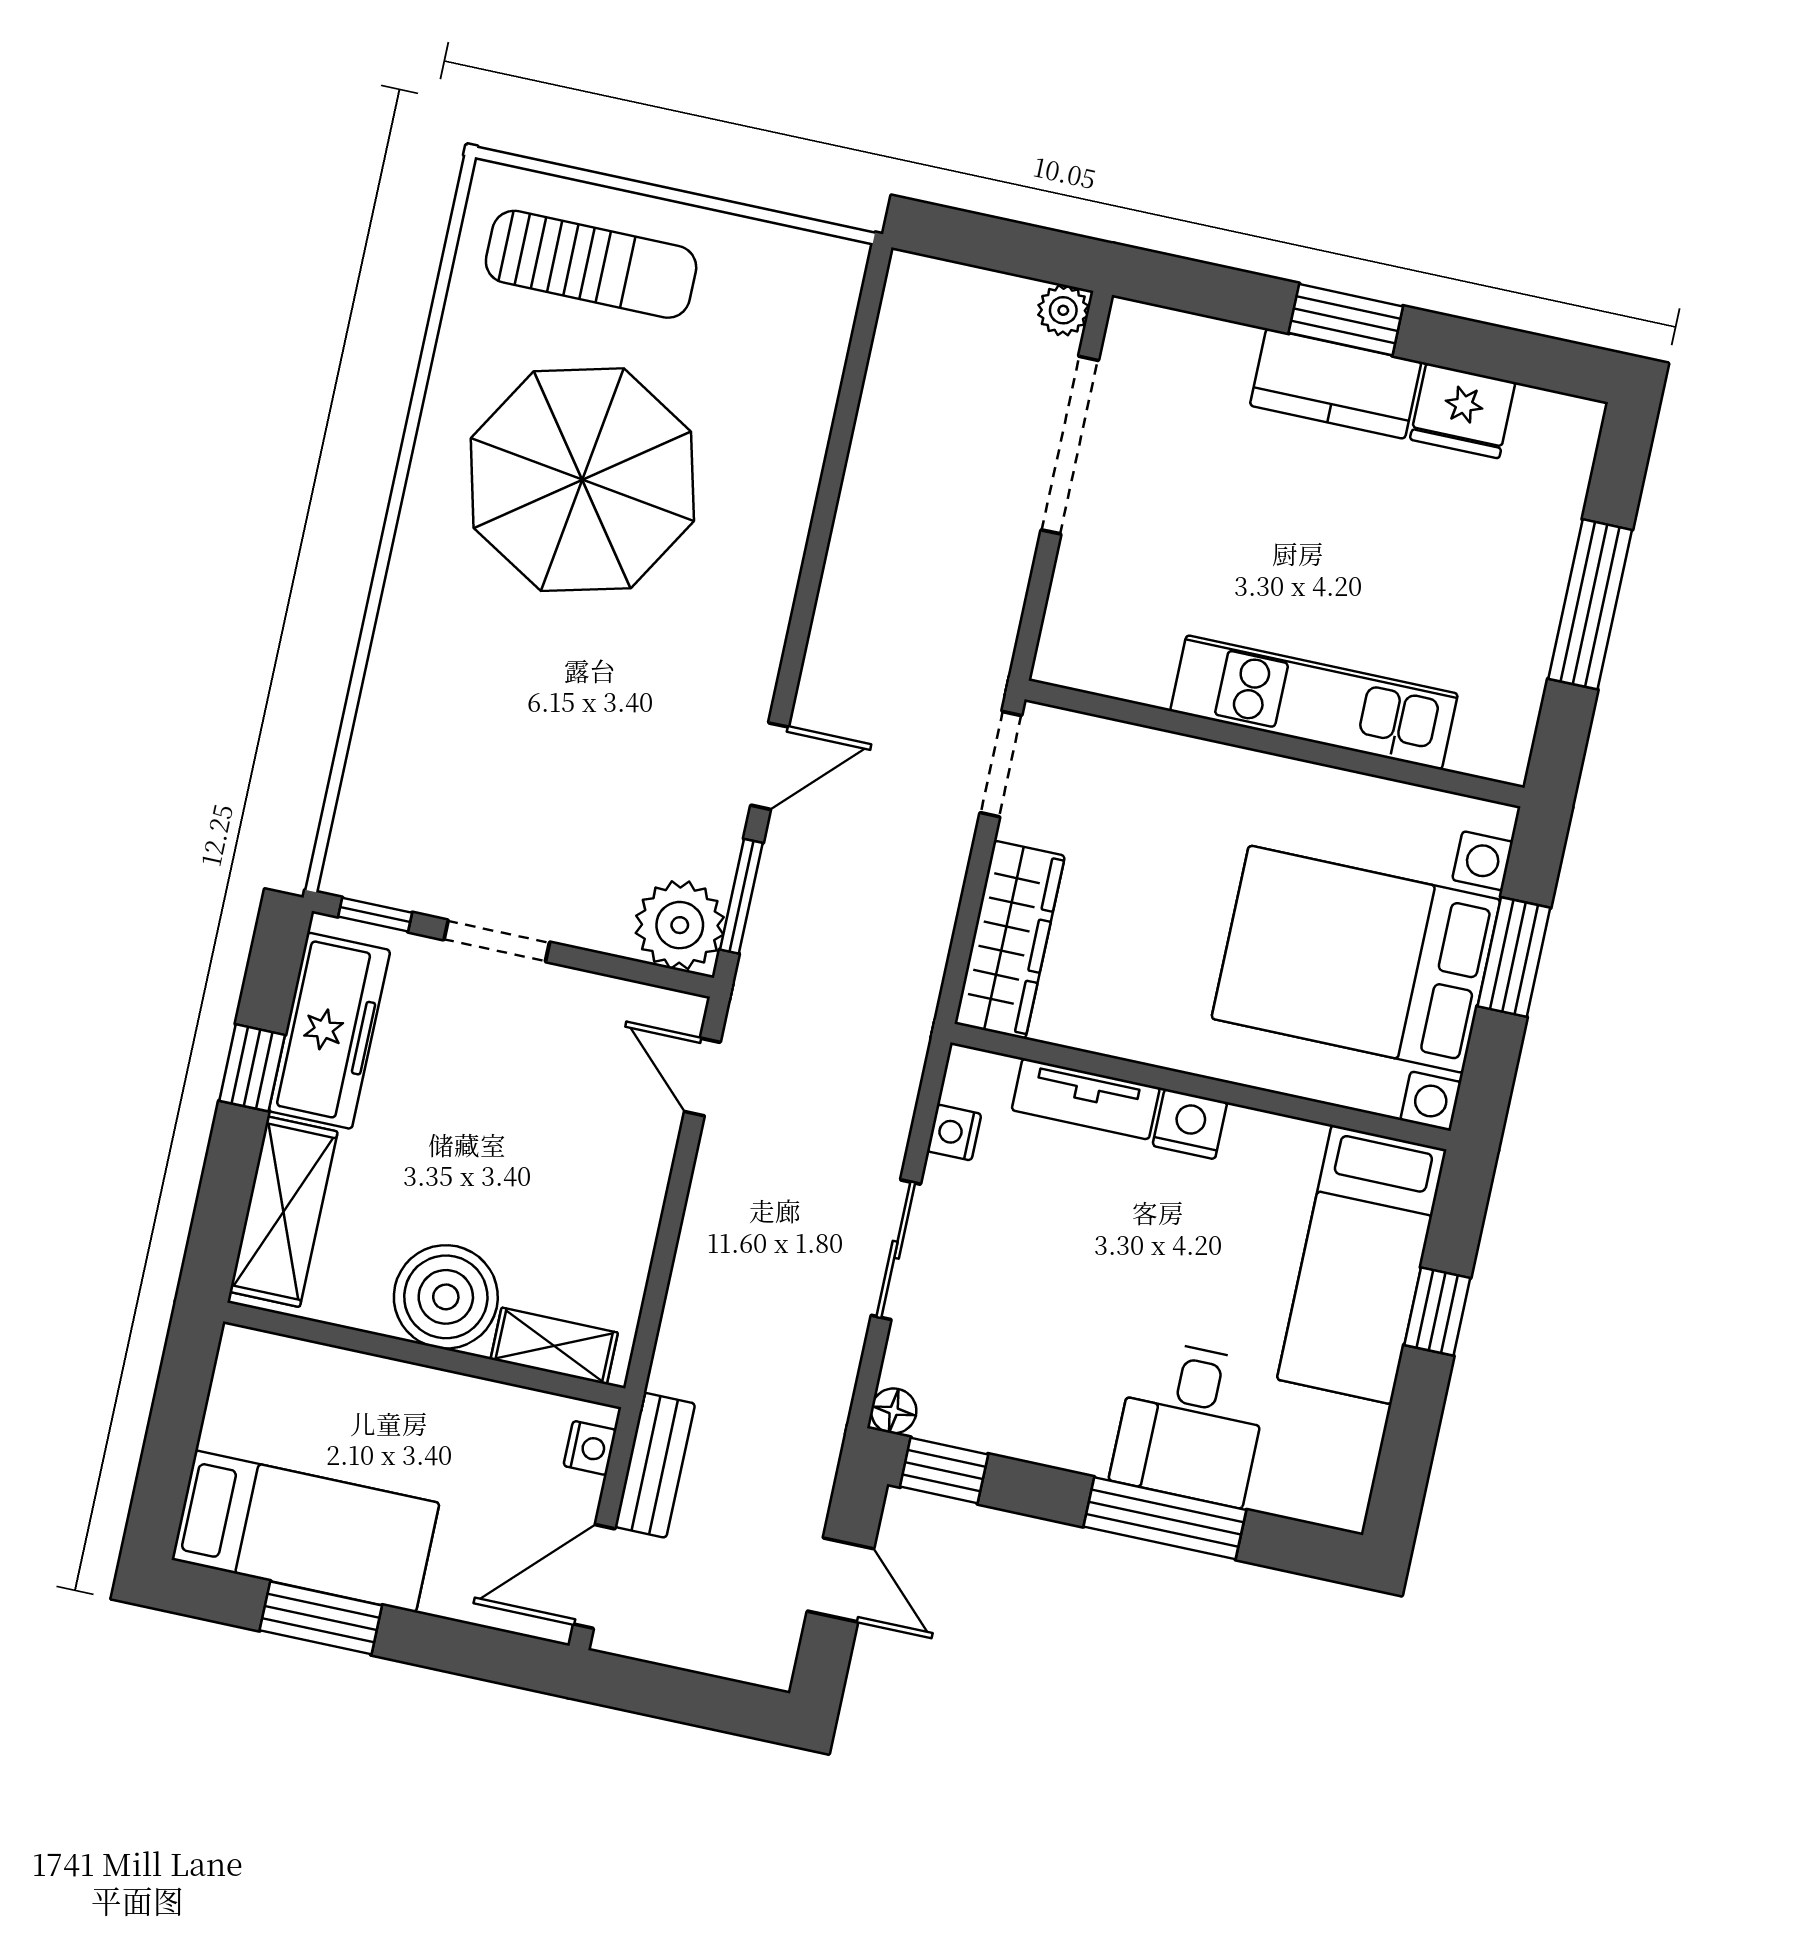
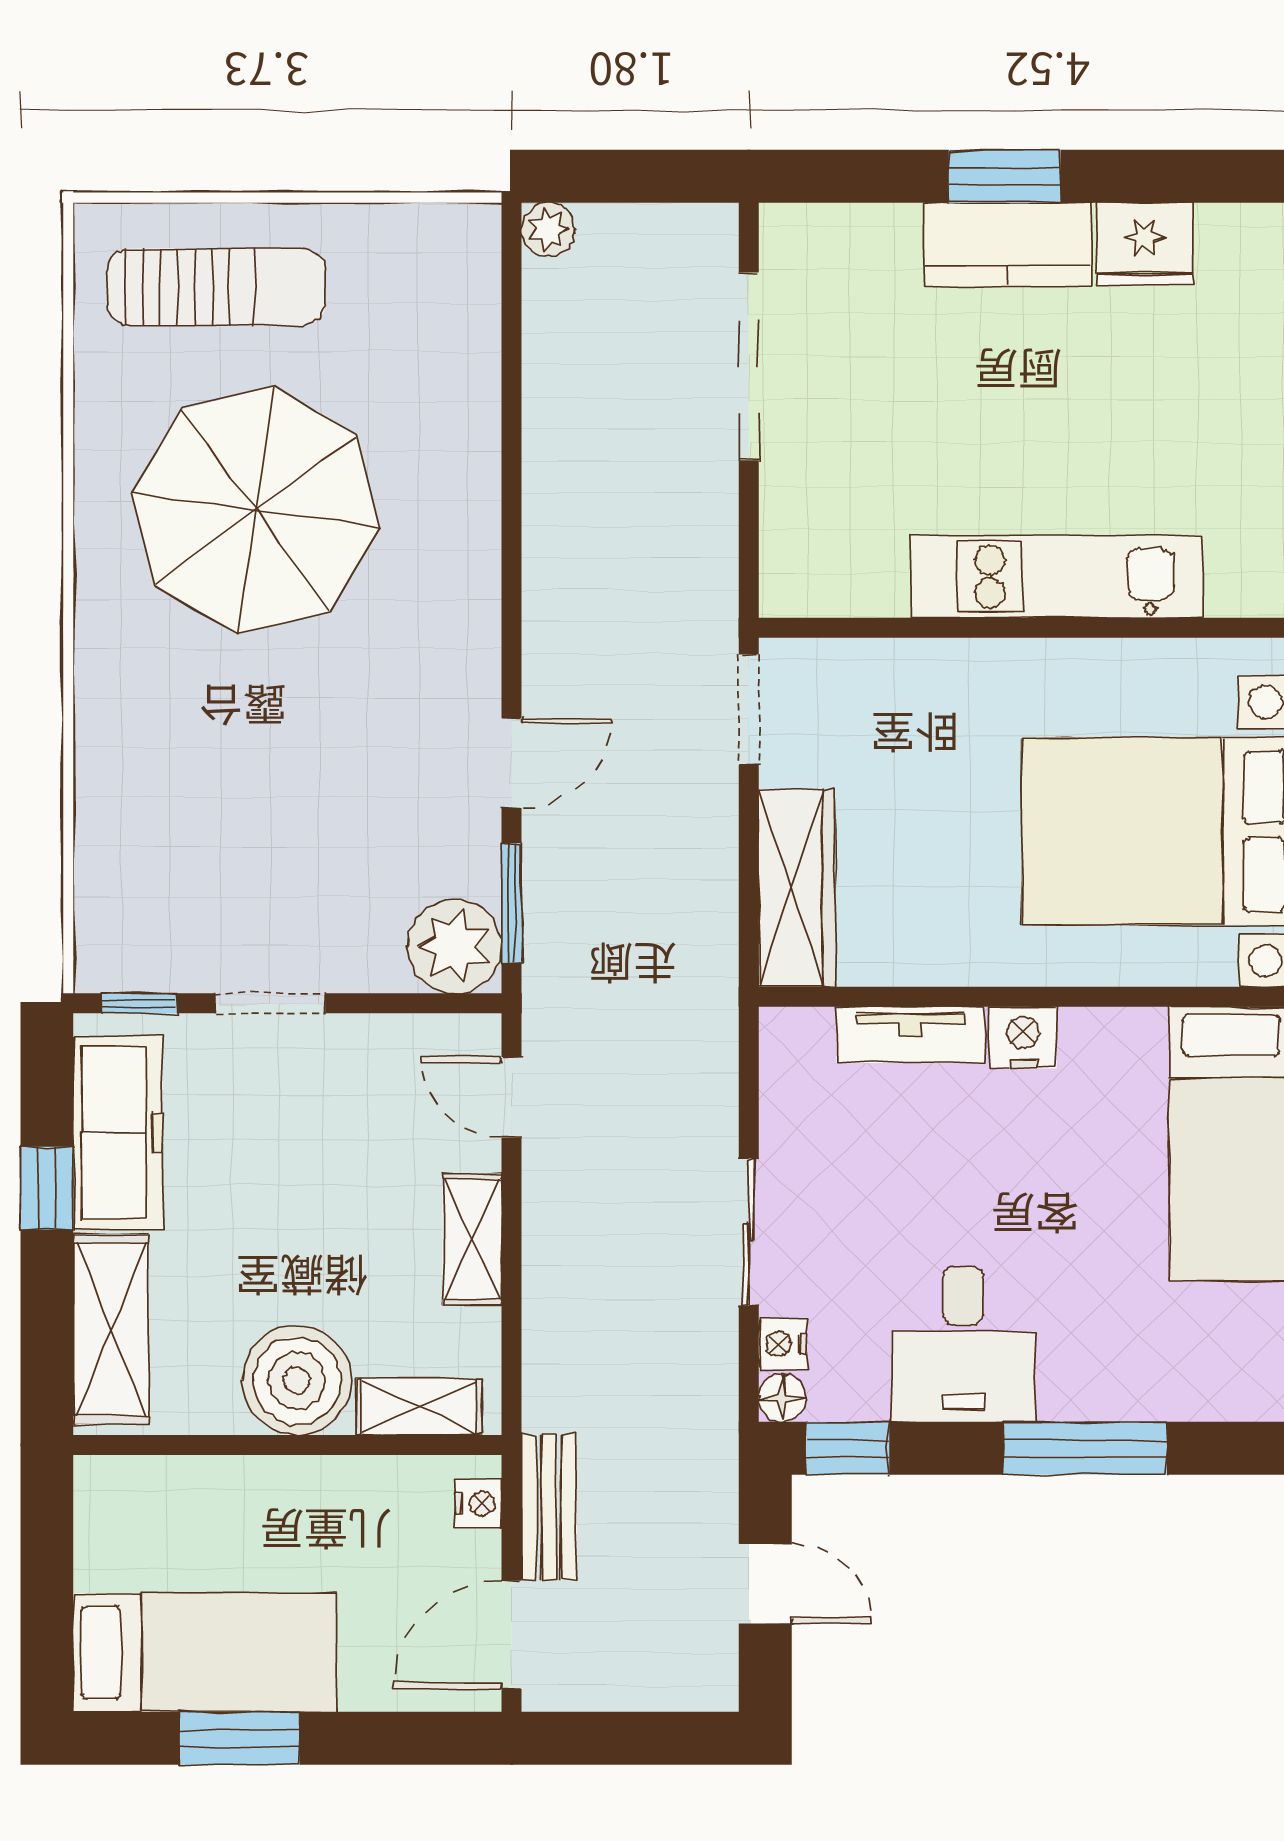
plant: (1063, 310) -> (548, 229), moved
nightstand: (954, 1132) -> (783, 1344), moved
shelving: (637, 1201) -> (472, 1239), added
desk: (1191, 1423) -> (963, 1344), moved

